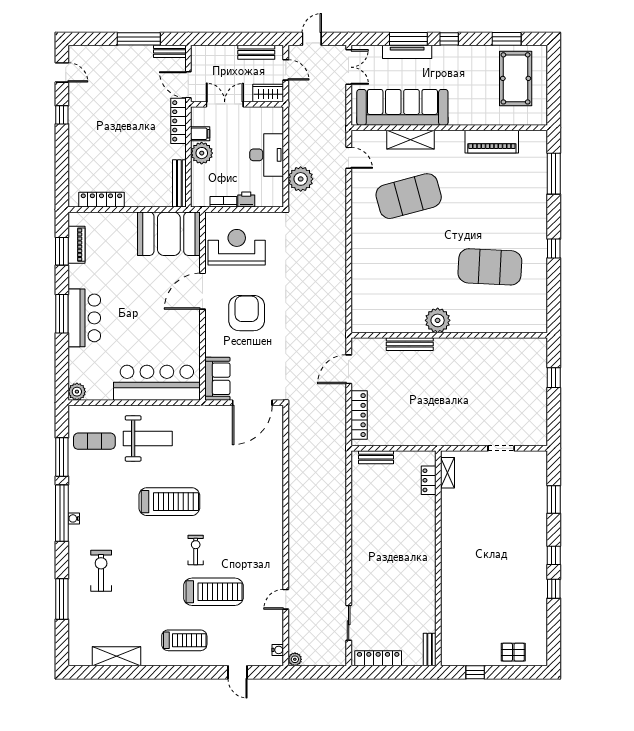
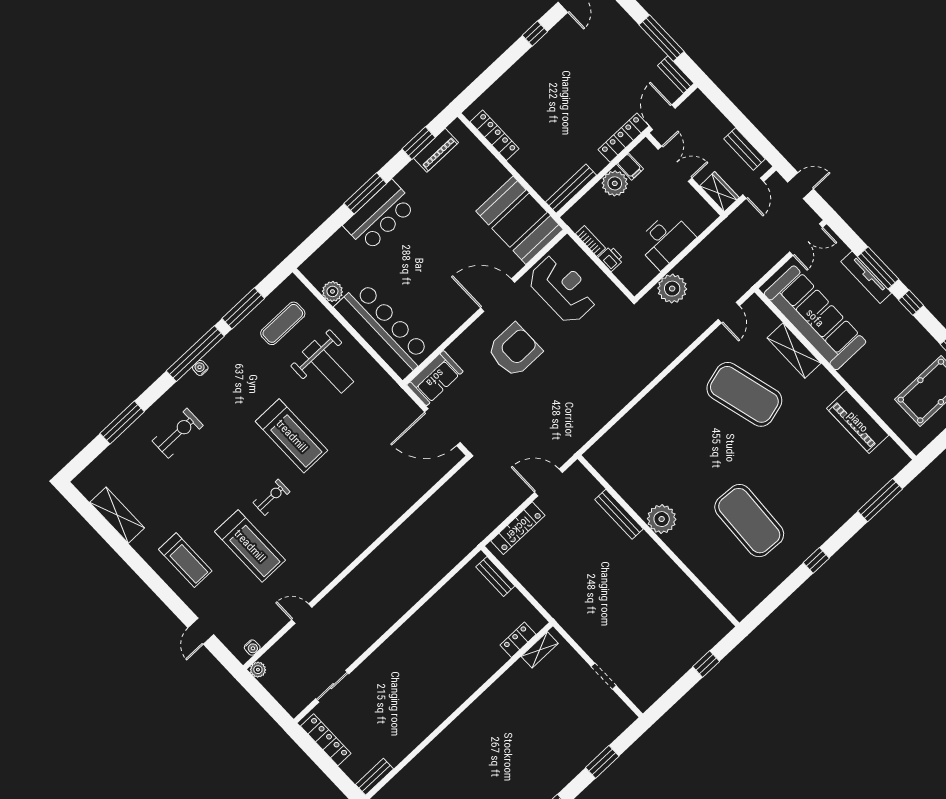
plant: (77, 392) -> (332, 291), moved
exercise mat: (94, 441) -> (283, 323), turned 90

